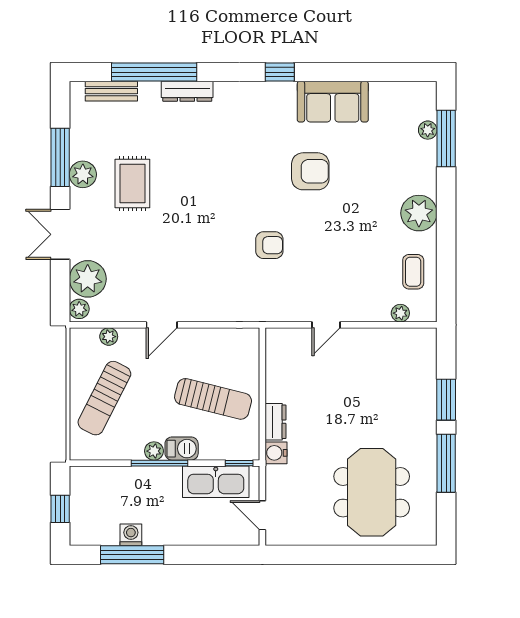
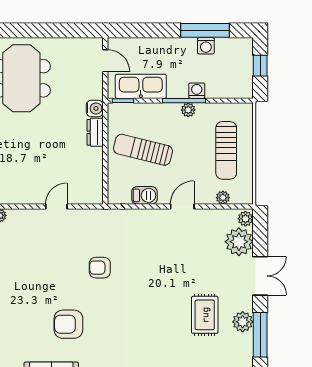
sun lounger: (104, 398) -> (226, 150), turned 153
barbecue: (182, 449) -> (144, 195), moved, turned 180
washing machine: (143, 476) -> (197, 91), added

